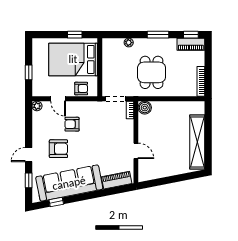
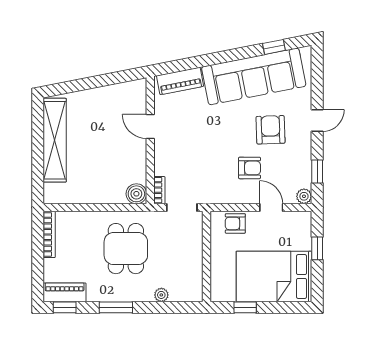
bed: (73, 59) -> (274, 277), moved, turned 180
armchair: (58, 149) -> (271, 130), turned 88
window: (29, 180) -> (317, 171), moved

